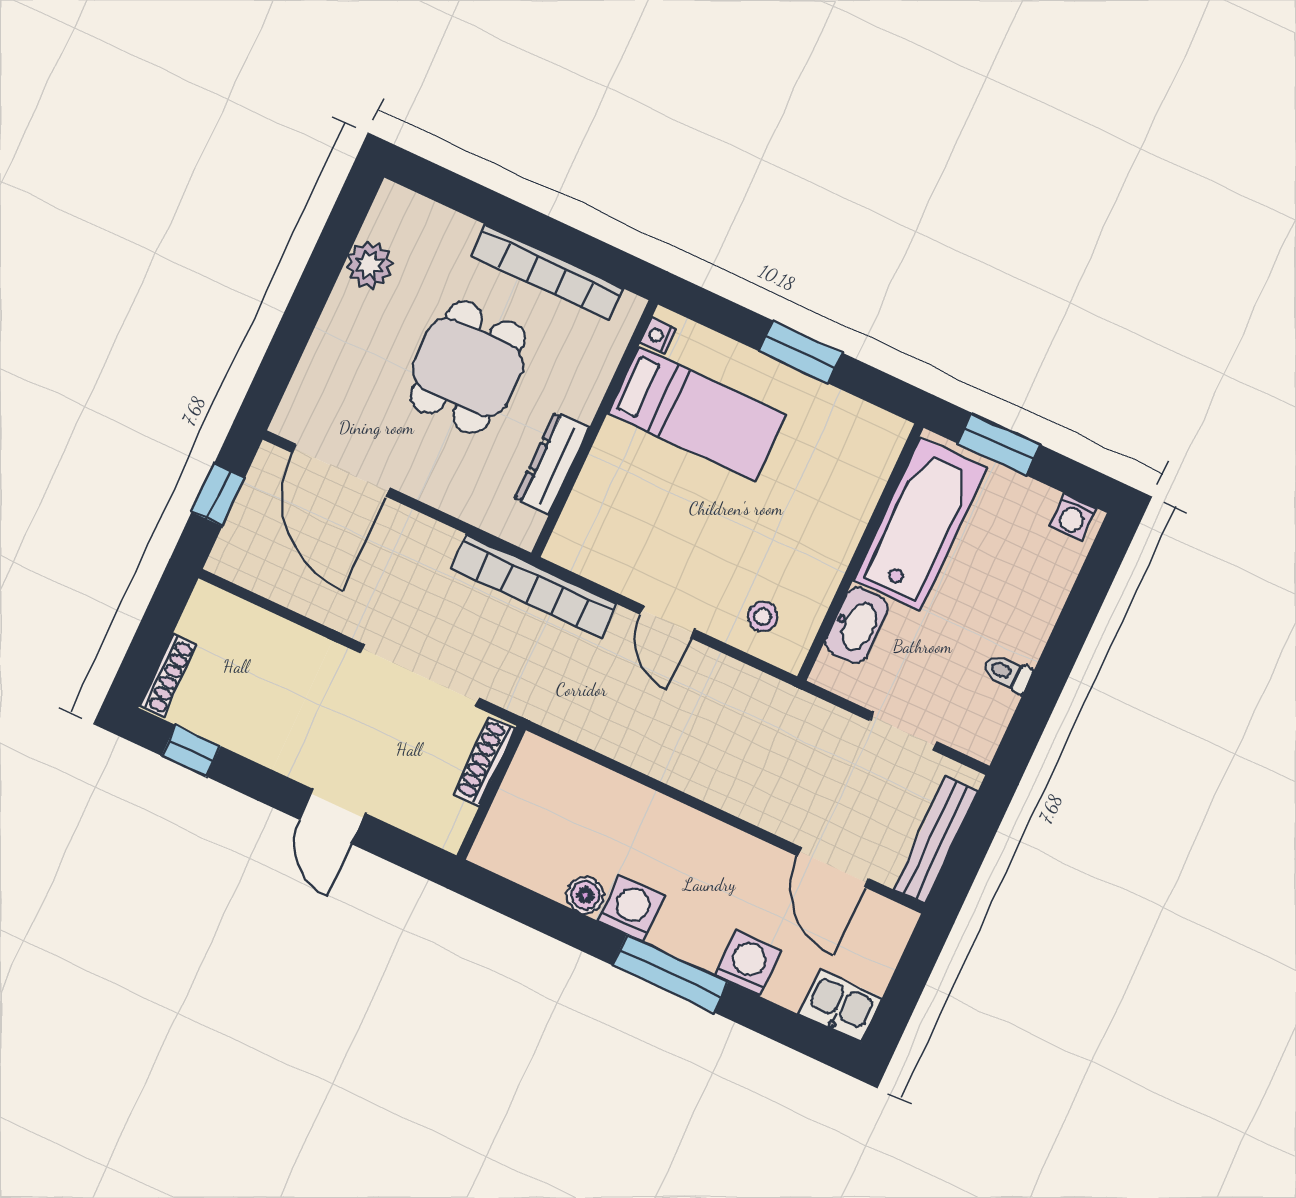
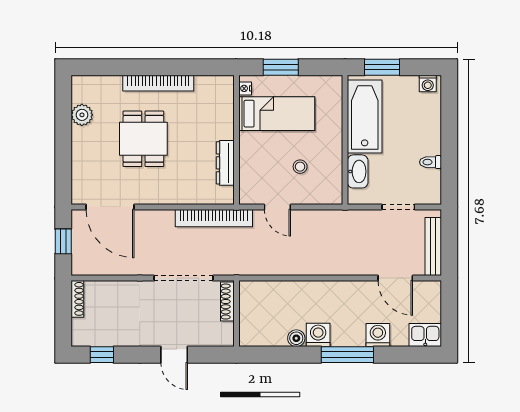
nightstand: (658, 336) -> (245, 88), moved
bed: (697, 414) -> (277, 114), moved
wall: (595, 429) -> (236, 140), moved
dresser: (552, 463) -> (225, 163), moved
stool: (763, 616) -> (300, 167), moved
shoe rack: (168, 675) -> (77, 299), moved

